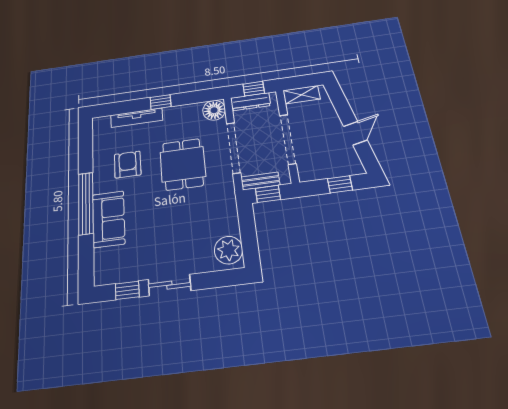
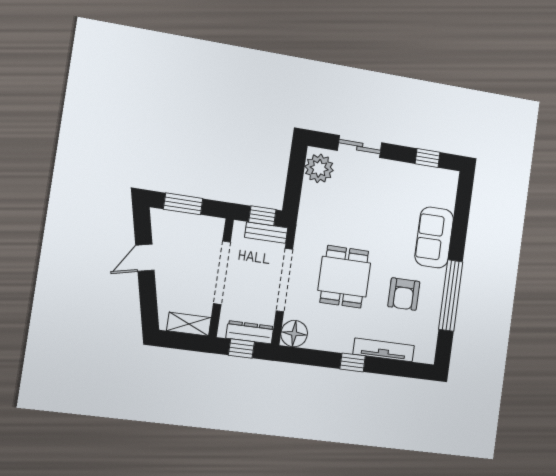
window: (340, 184) -> (183, 204), width x1.50
window: (86, 203) -> (451, 295), moved
sliding door: (169, 285) -> (360, 147), moved

